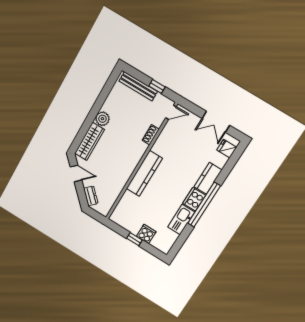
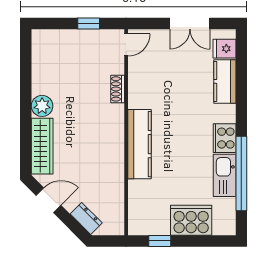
bench: (138, 86) -> (64, 37), removed
kitchen counter: (208, 178) -> (225, 81), moved
window: (204, 205) -> (241, 173), moved
cooker: (146, 234) -> (191, 220), width x1.87, depth x1.31
window: (134, 239) -> (160, 241), moved

